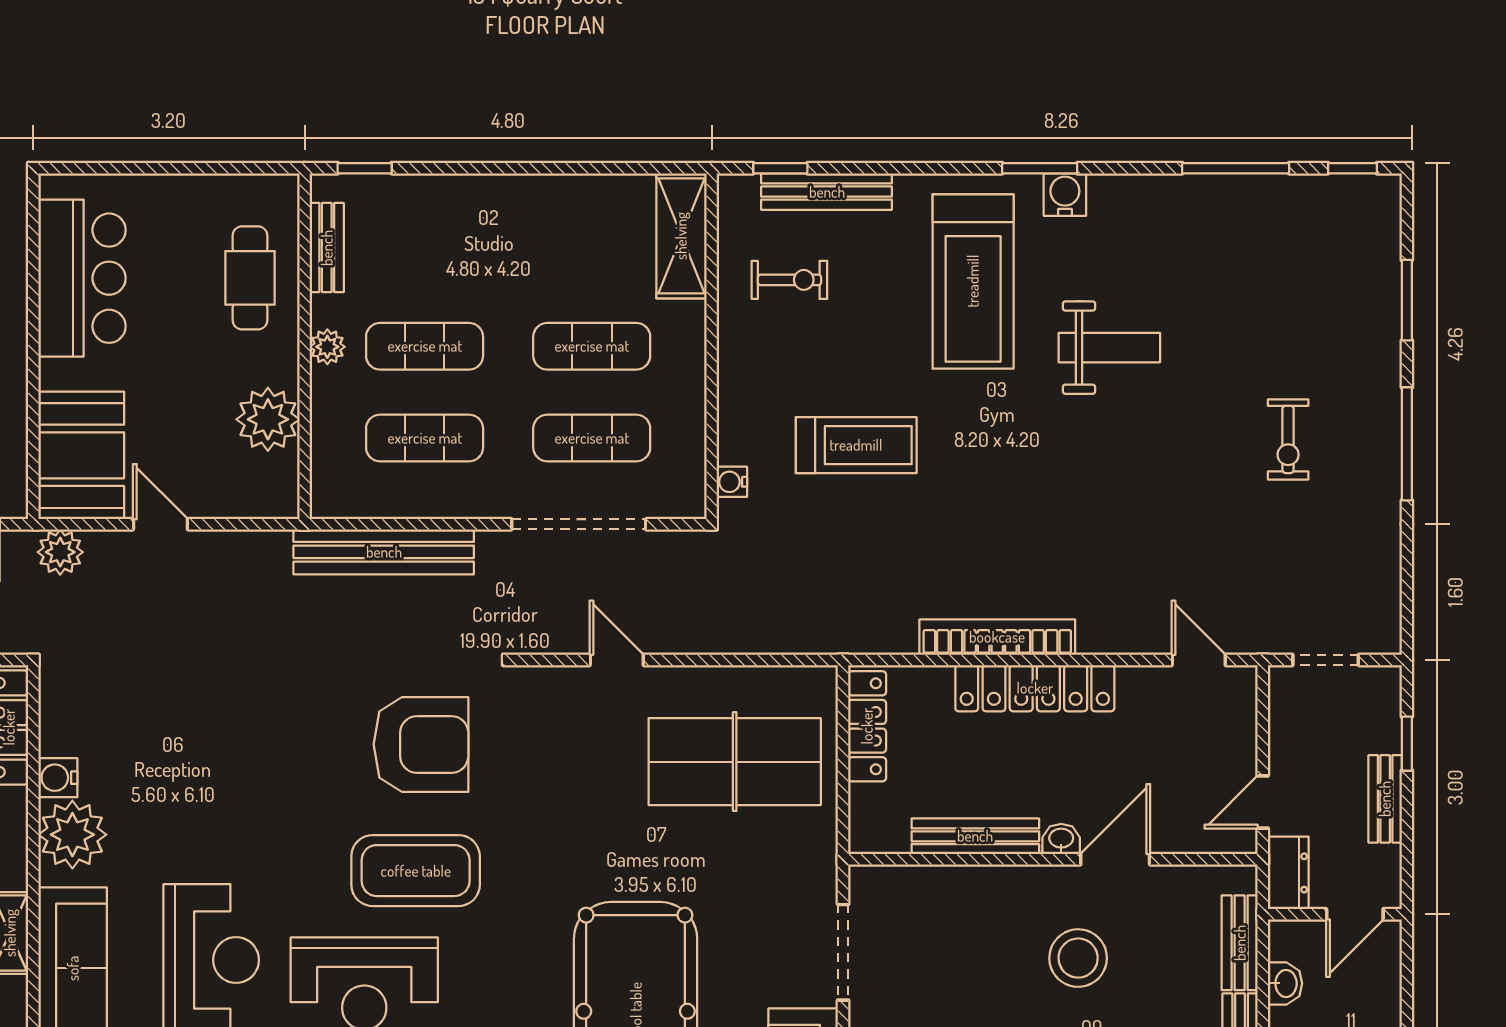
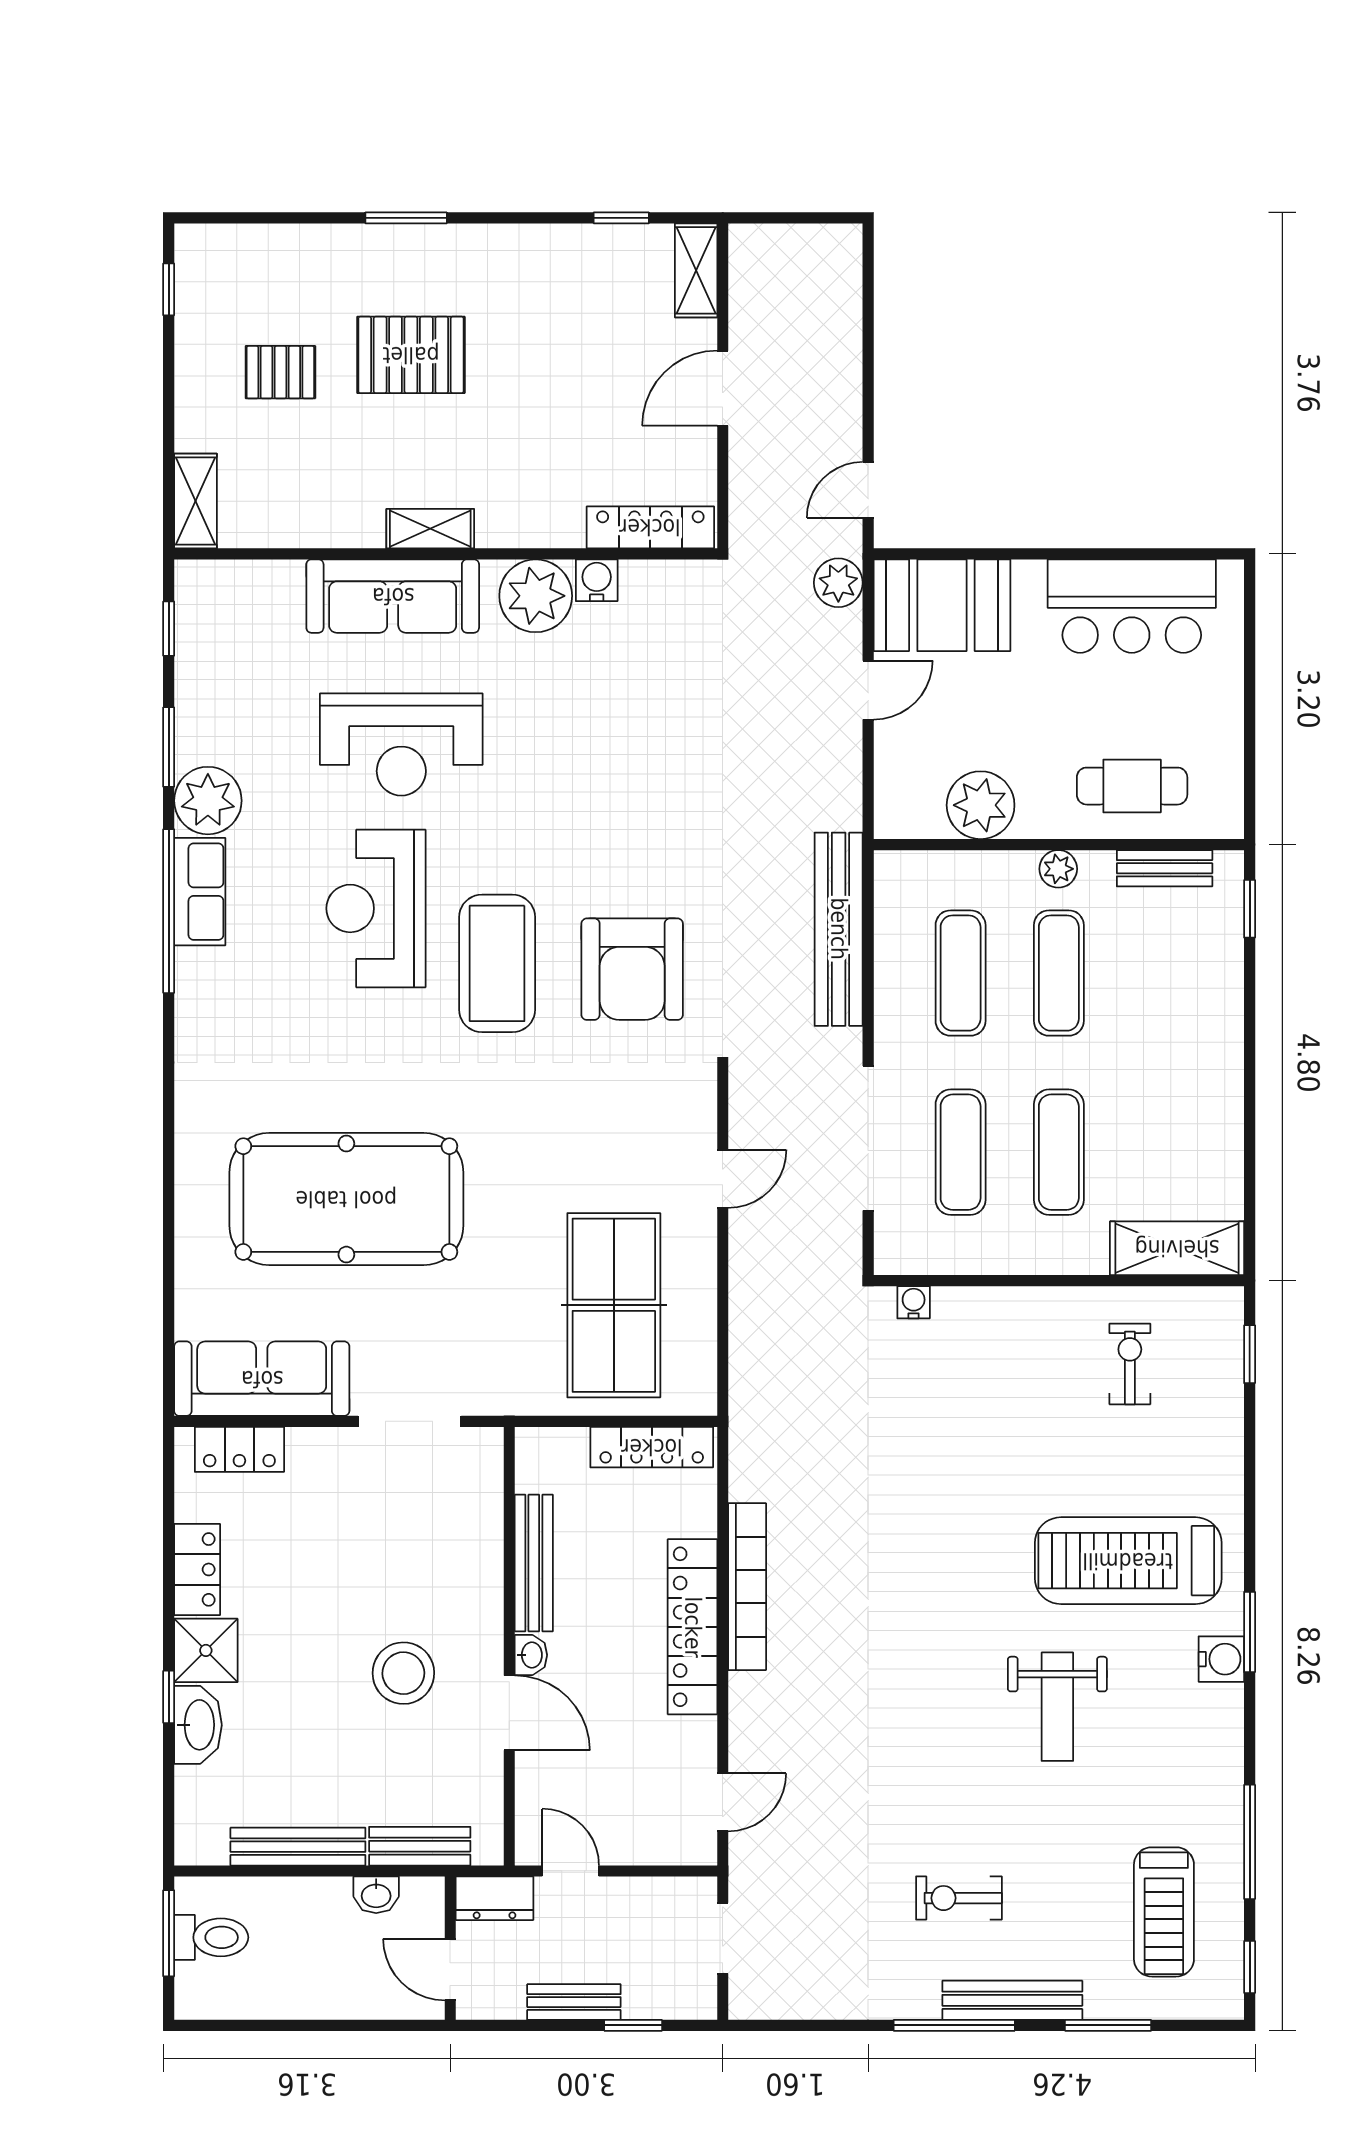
bench: (827, 192) -> (1012, 2000), moved, turned 90
exercise bike: (789, 280) -> (1130, 1364), turned 180
treadmill: (856, 445) -> (1164, 1912), moved

